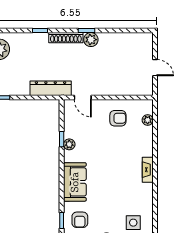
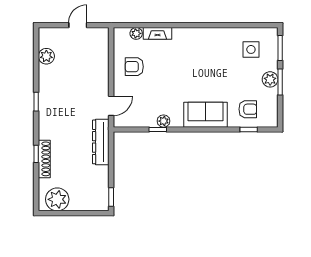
shoe rack: (66, 38) -> (44, 159), moved
plant: (91, 40) -> (46, 56), moved
armchair: (118, 118) -> (134, 67), turned -90
fireplace: (148, 170) -> (158, 33), moved

